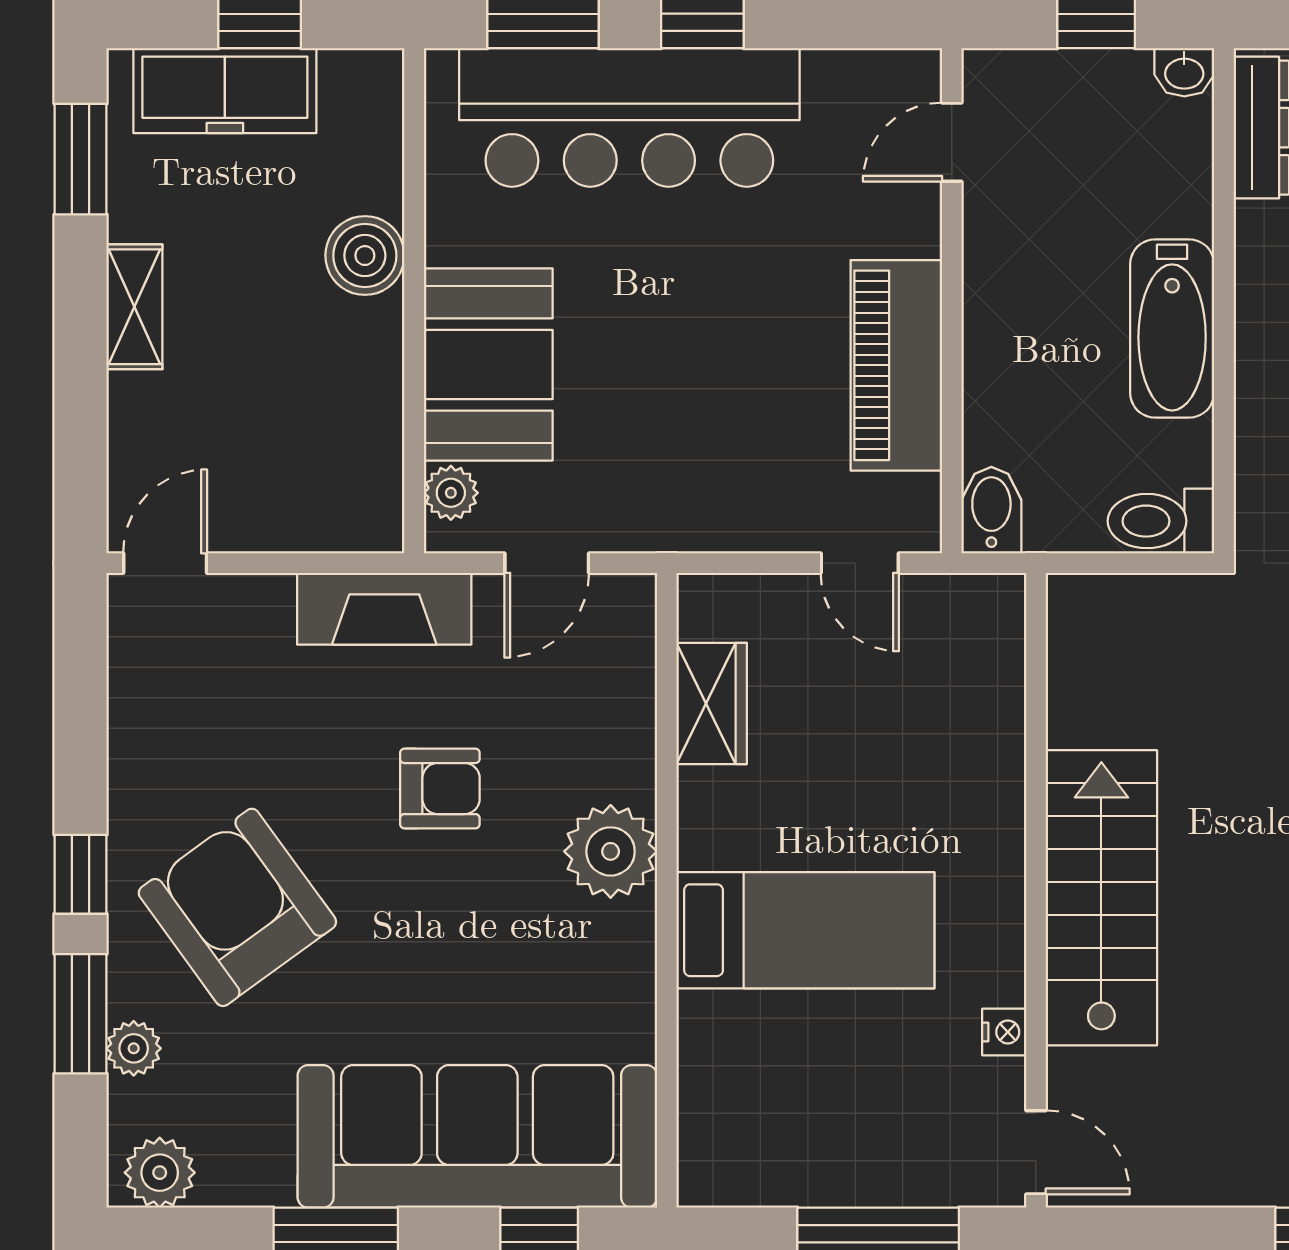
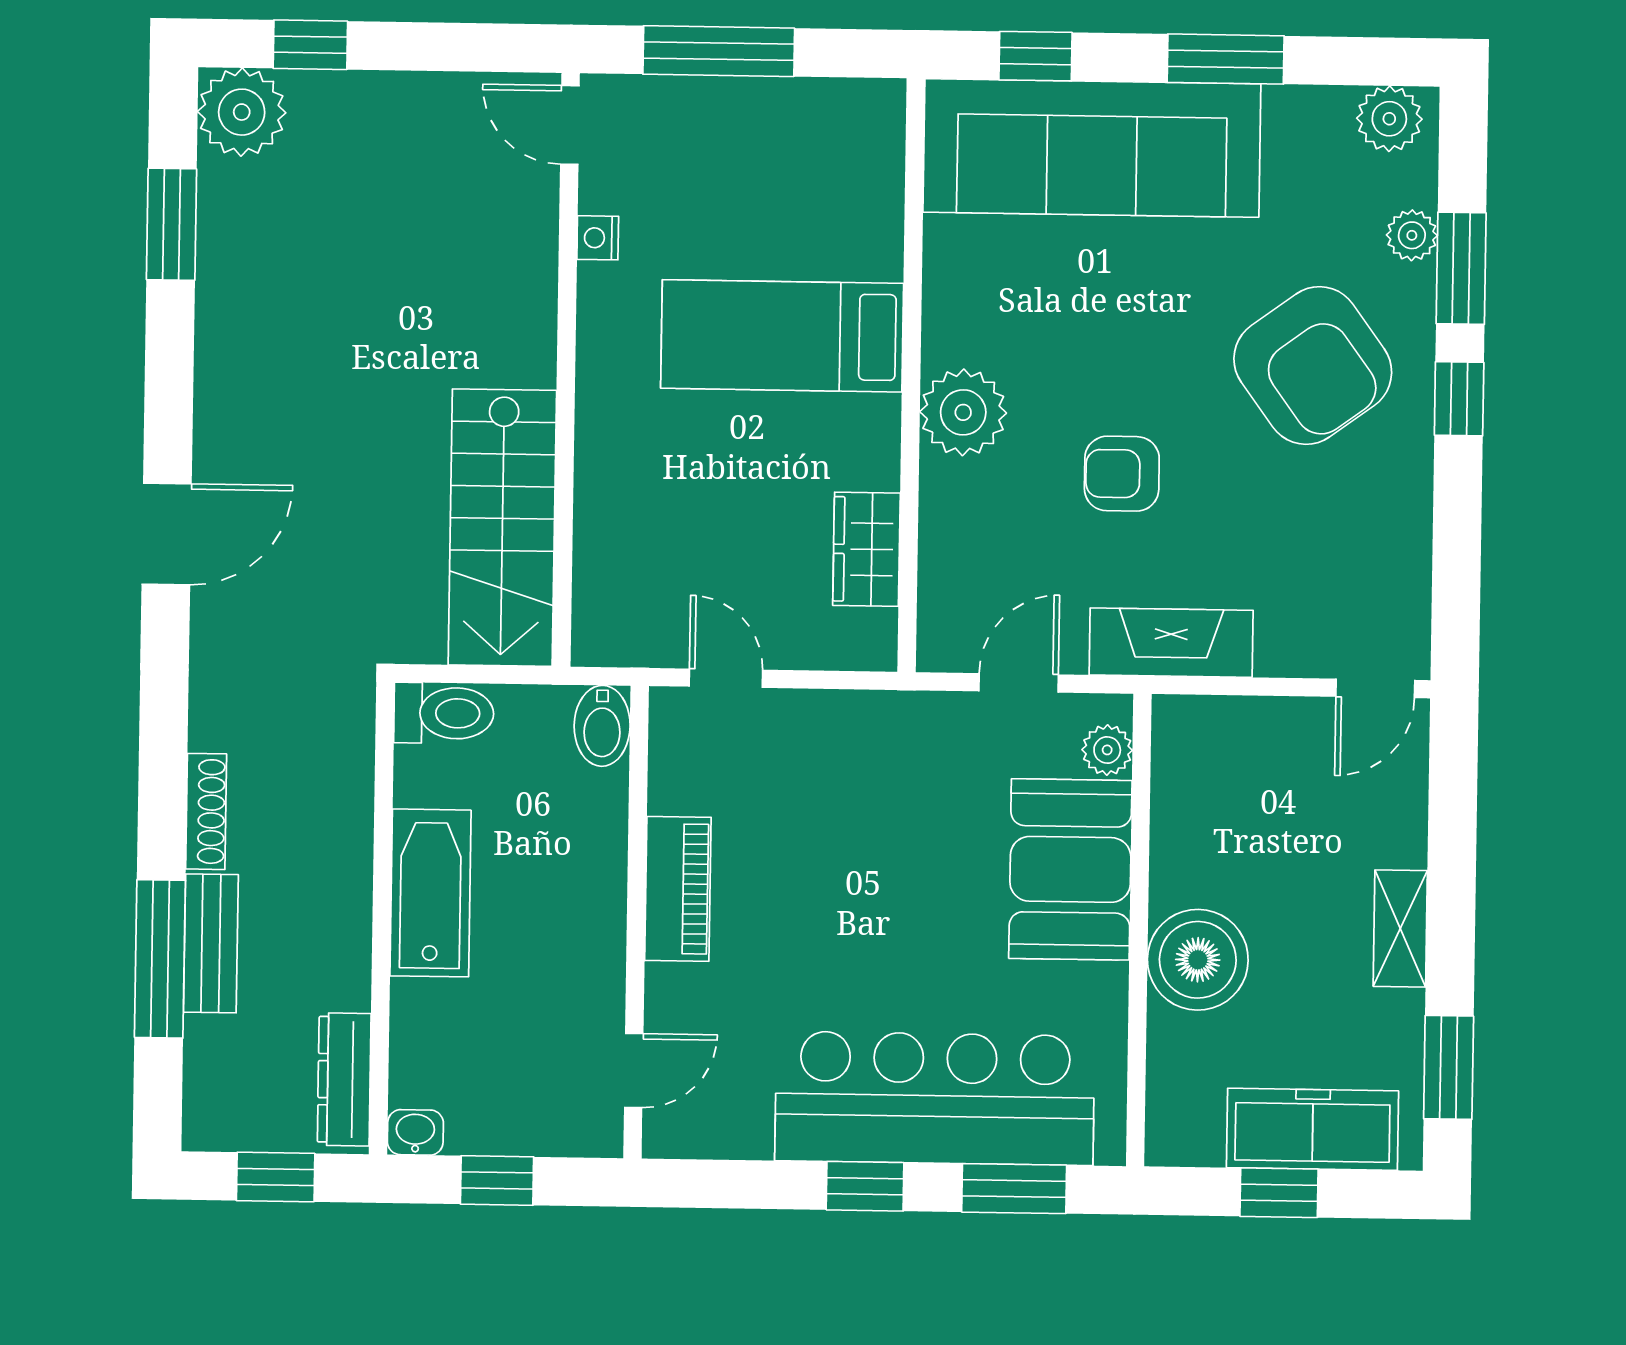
boiler: (365, 256) -> (1198, 960), width x1.37, depth x1.37
piano: (896, 365) -> (678, 889), width x0.73, depth x0.75
stairs: (1101, 898) -> (502, 528), moved

